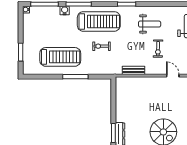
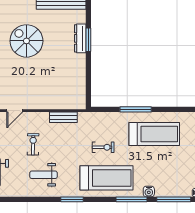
treadmill: (99, 21) -> (106, 178), turned 180
treadmill: (60, 57) -> (154, 134), turned 180
door: (173, 76) -> (15, 111), hinge flipped

